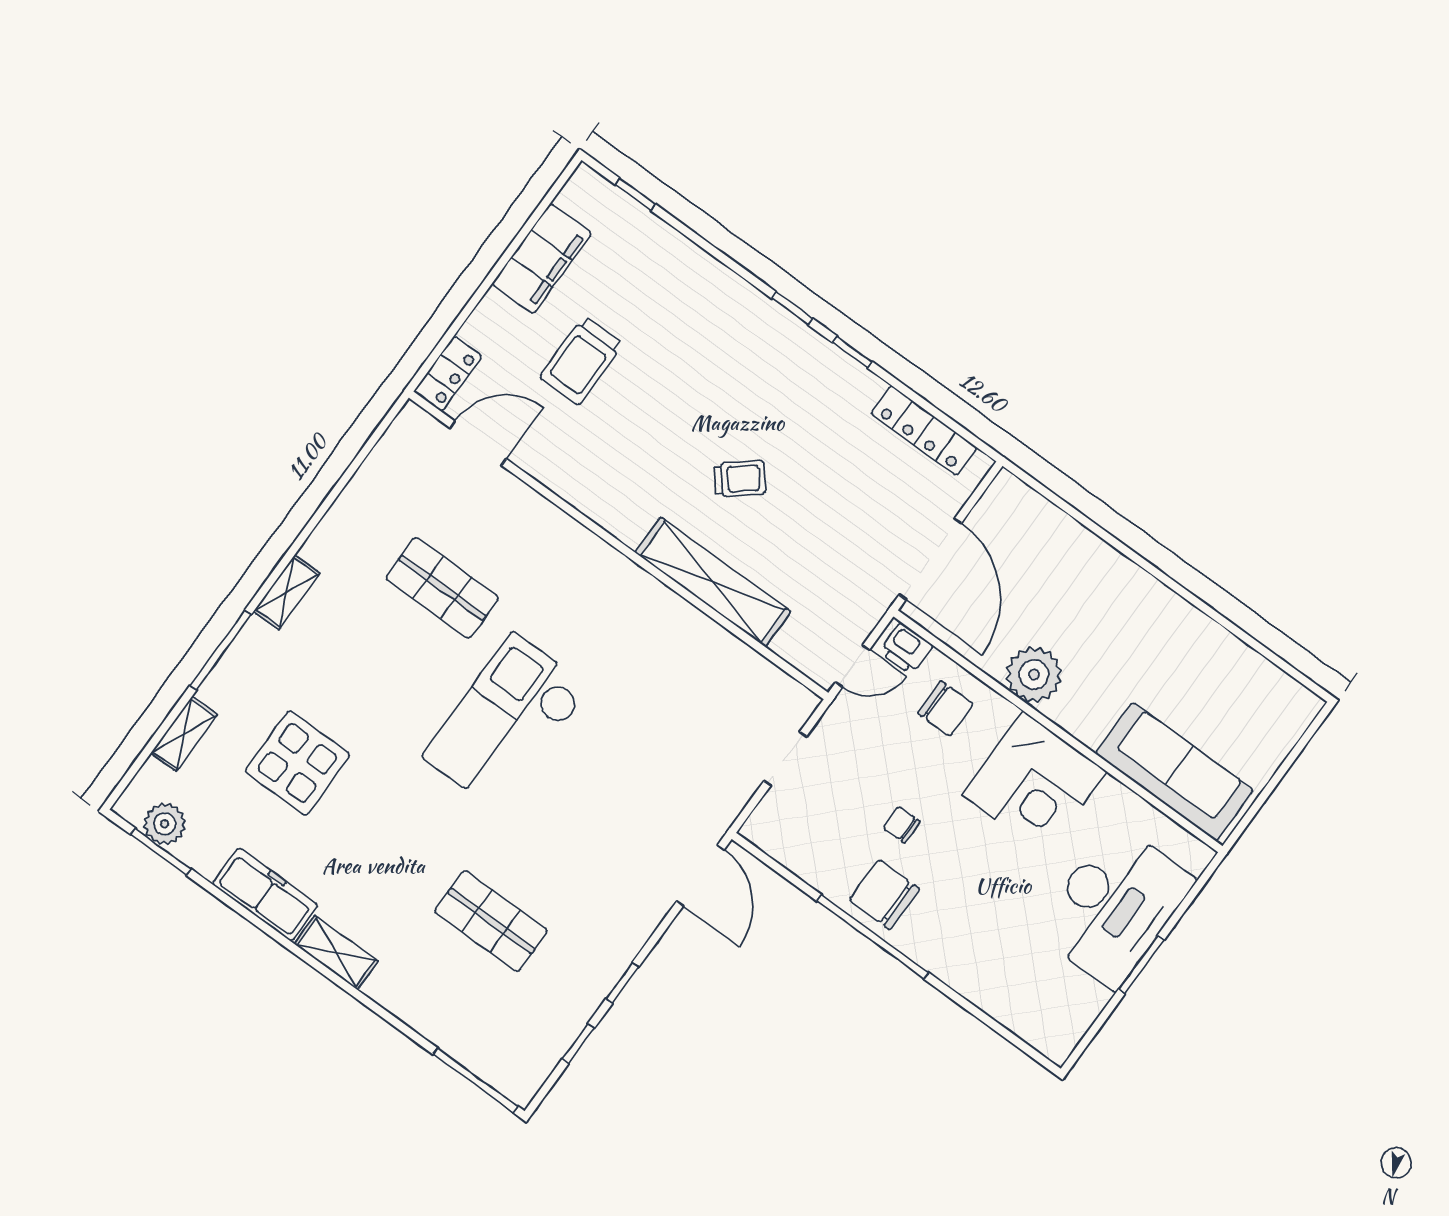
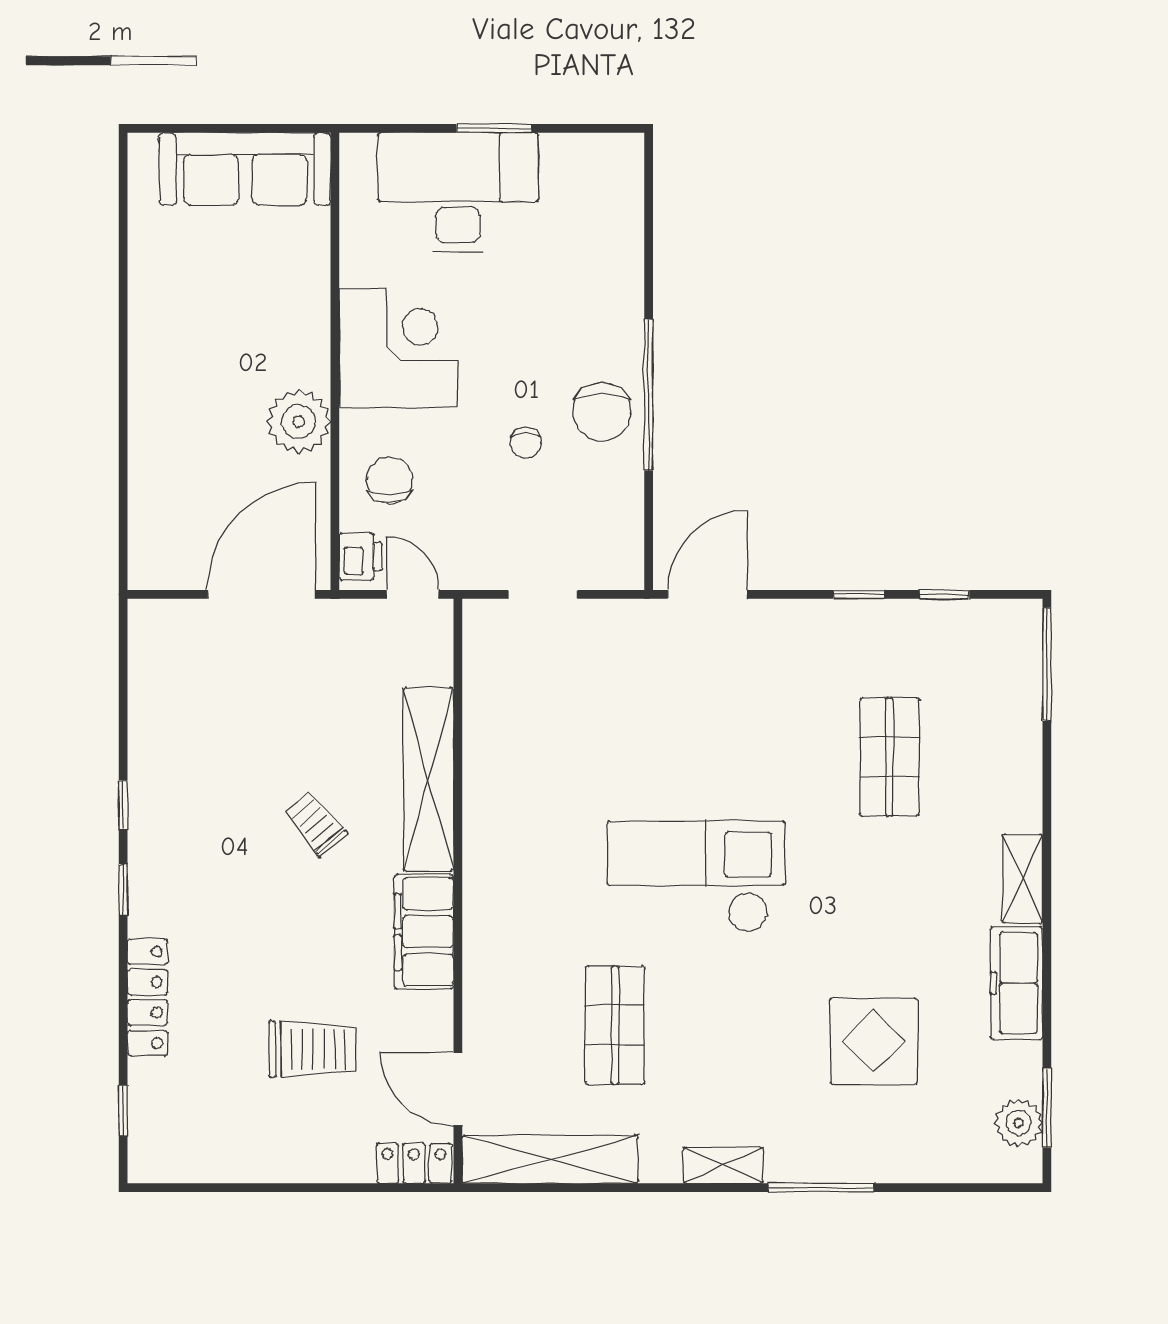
filing cabinet: (542, 259) -> (424, 932), moved, turned -90
locker: (924, 431) -> (148, 997), moved
checkout: (506, 722) -> (696, 876), turned 180
shelving: (184, 734) -> (550, 1159), moved, width x2.20, depth x1.33
sofa: (1174, 772) -> (245, 169), moved, turned -90

